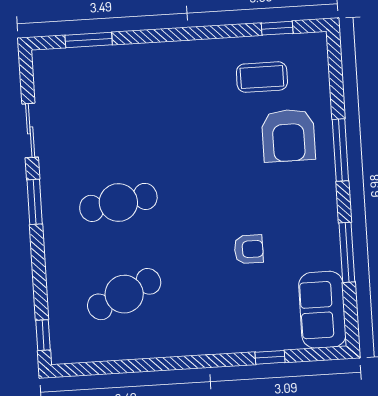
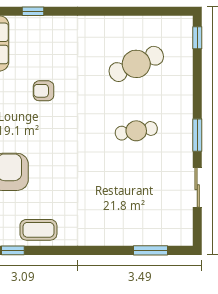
coffee table: (262, 77) -> (38, 230), moved
cafe table: (118, 202) -> (136, 131), width x0.73, depth x0.74

